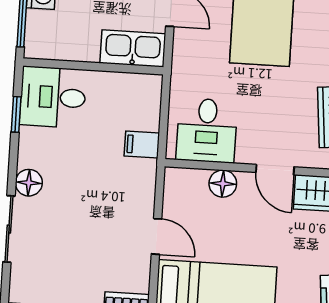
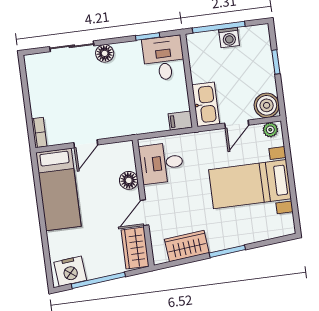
filing cabinet: (142, 145) -> (180, 121), moved, turned -90

